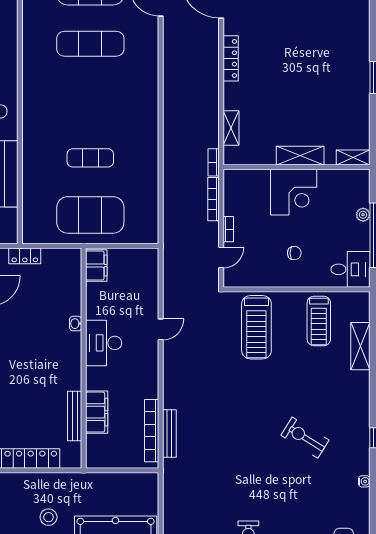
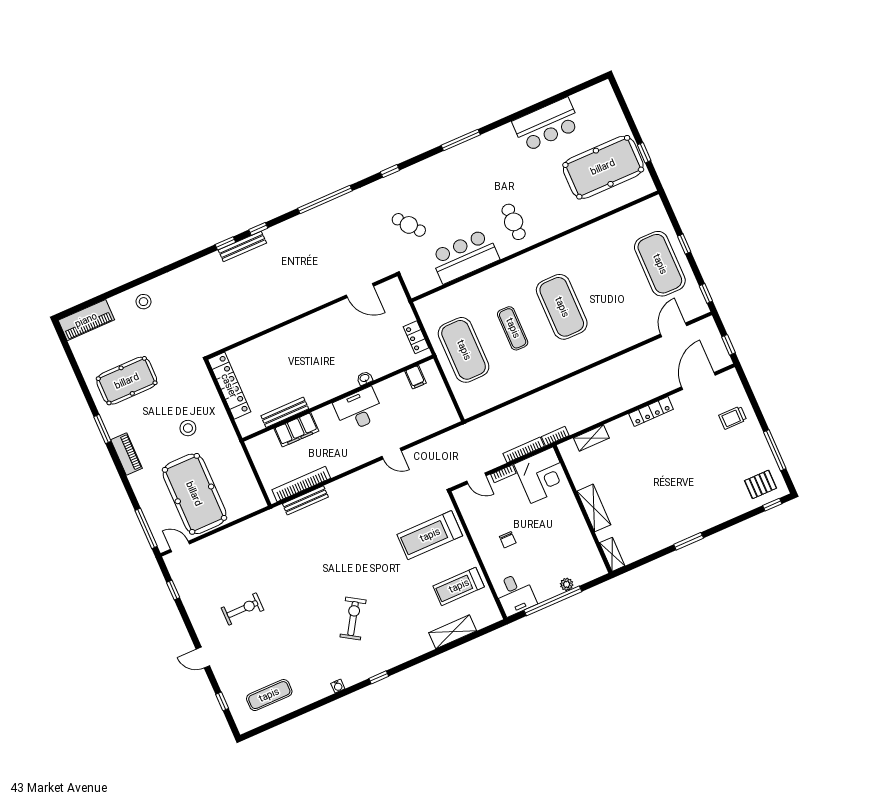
exercise mat: (90, 44) -> (562, 307), moved, width x1.47
corner desk: (294, 192) -> (542, 475), moved, turned -90
locker: (25, 256) -> (416, 337), moved
filing cabinet: (96, 266) -> (415, 377), width x0.50

